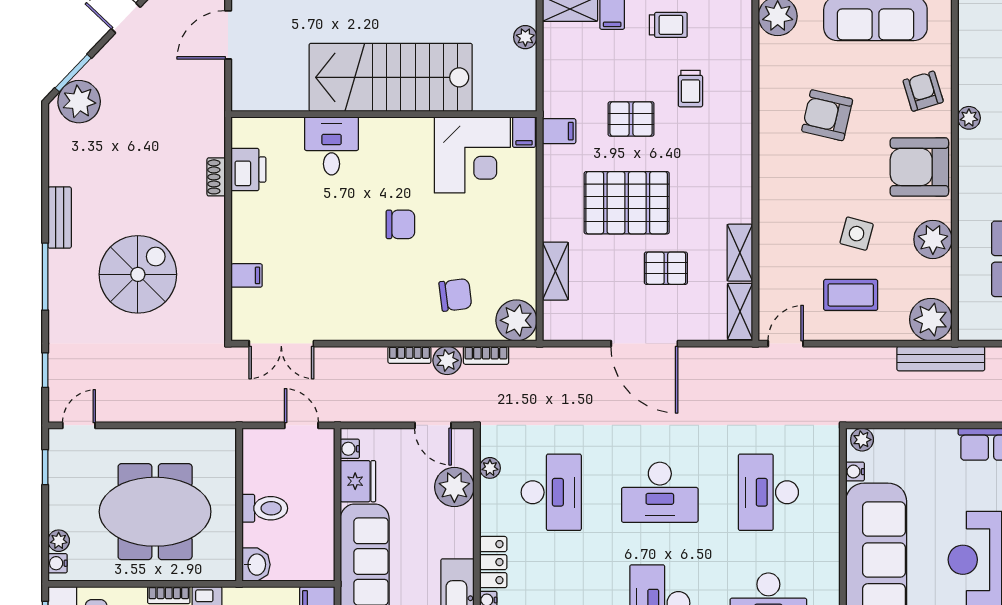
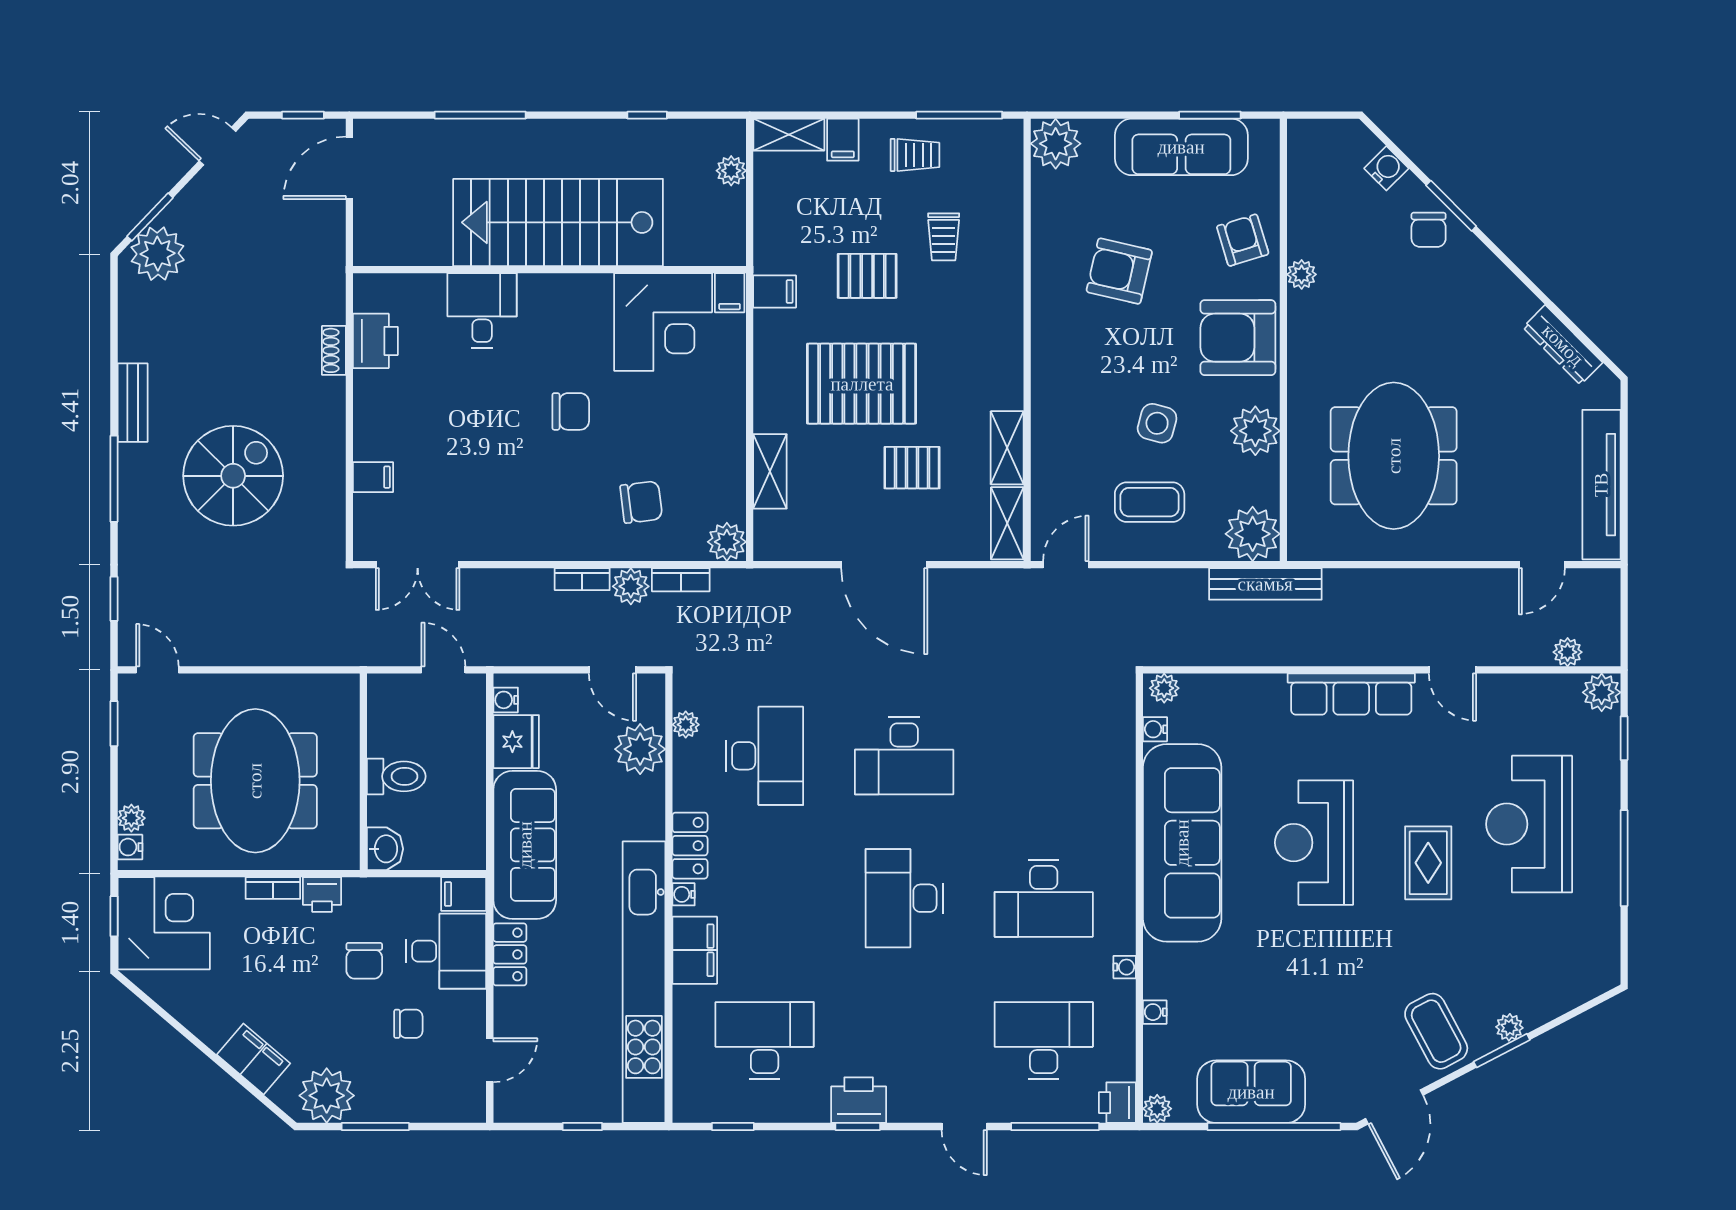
plant: (516, 320) -> (727, 542), width x0.73, depth x0.73
door: (79, 425) -> (157, 670), hinge flipped
desk: (768, 492) -> (1044, 756), removed
meeting table: (155, 512) -> (255, 781), turned 90

